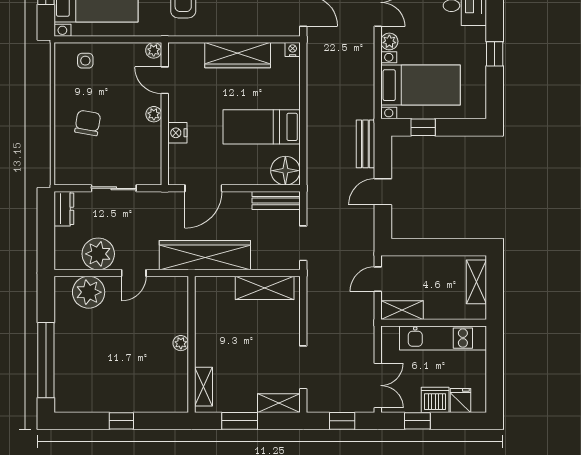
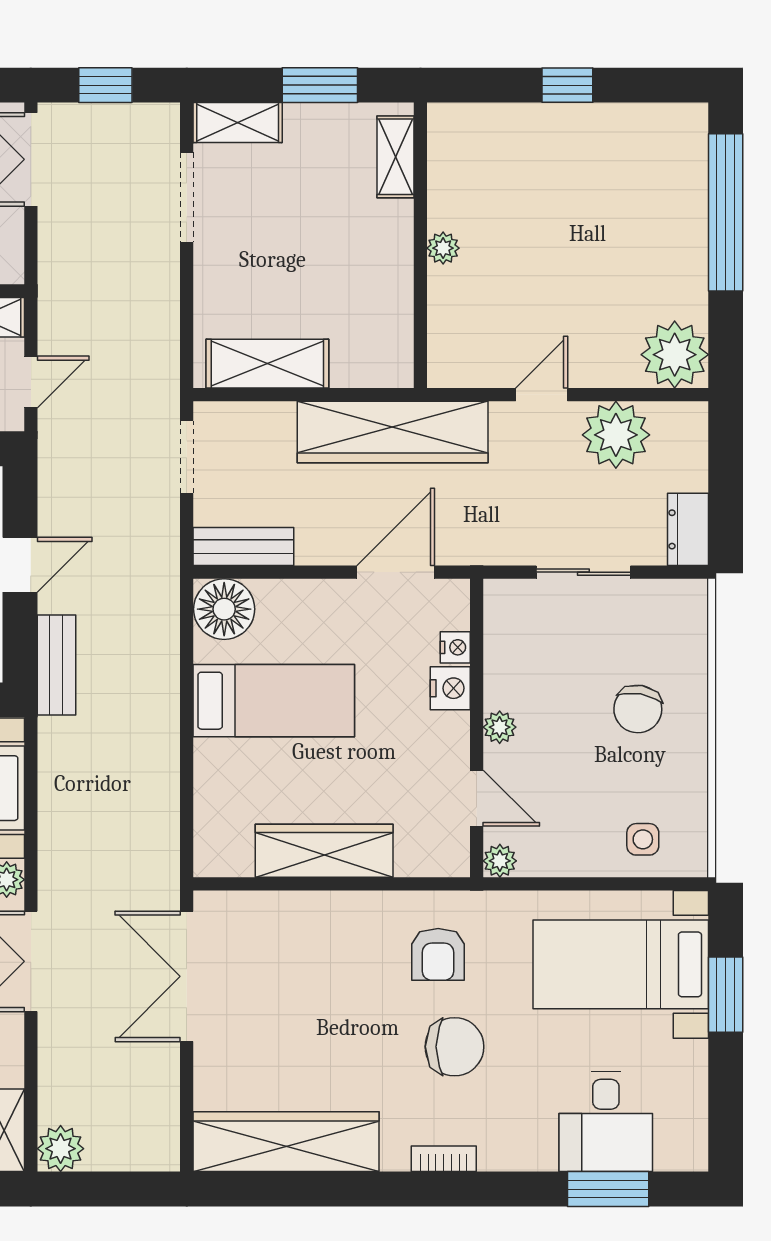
nightstand: (293, 50) -> (455, 647), moved, turned -90
plant: (89, 292) -> (675, 355), moved

